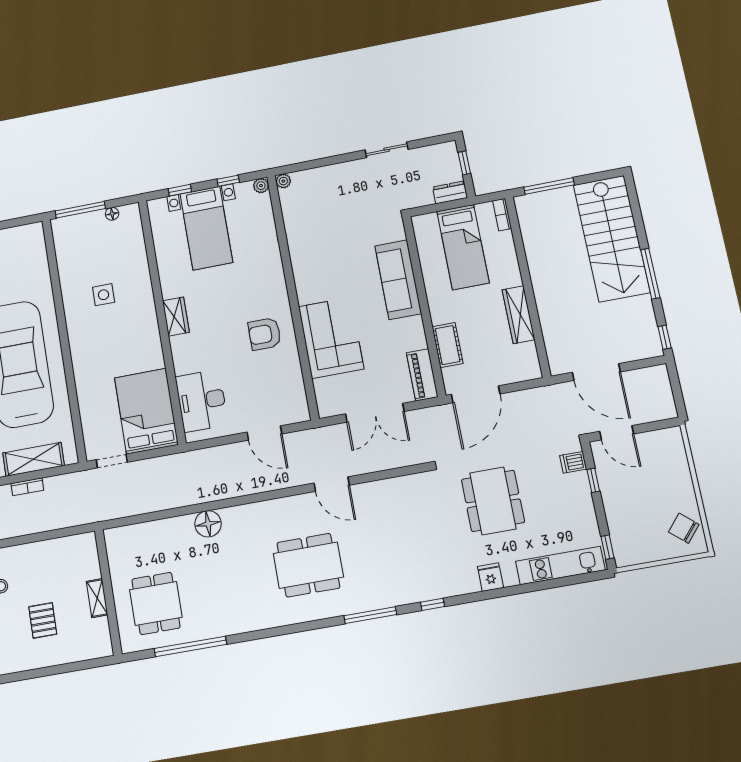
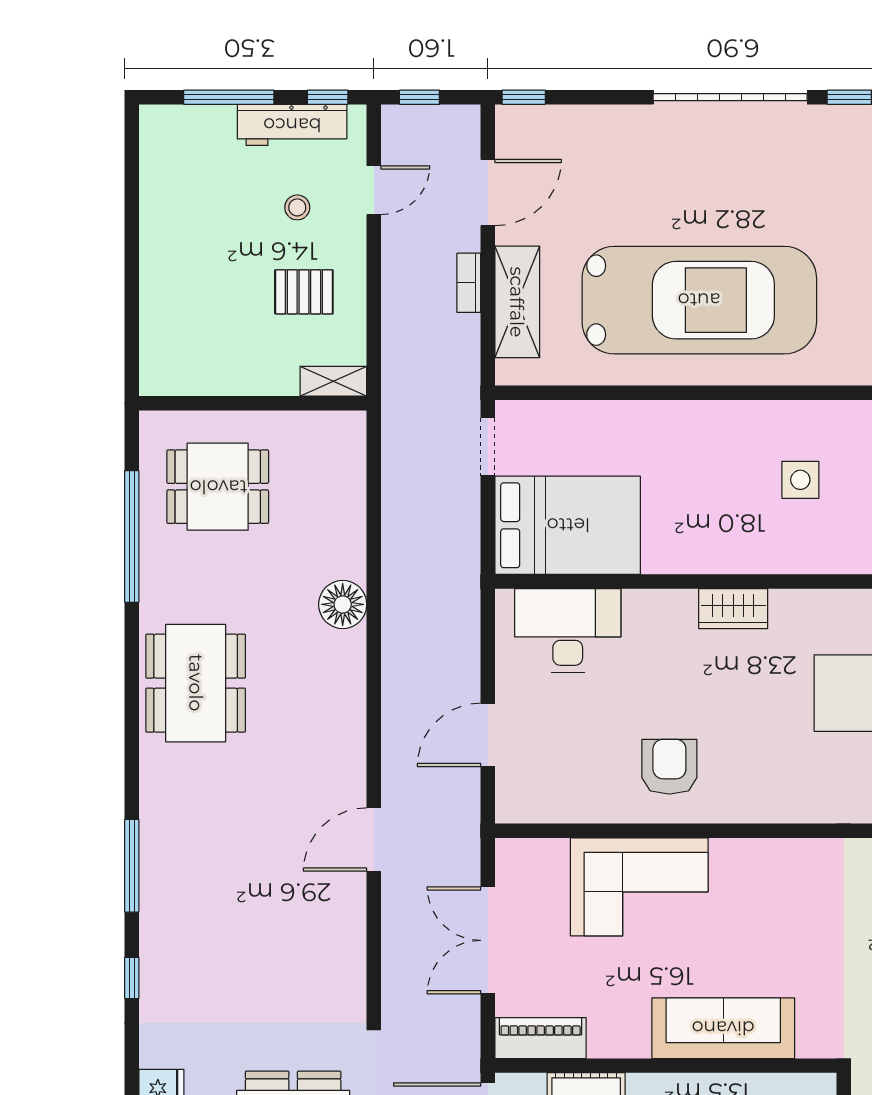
dining table: (308, 565) -> (196, 683), moved
shelving: (97, 598) -> (333, 381), moved
pallet: (43, 620) -> (304, 292), moved

